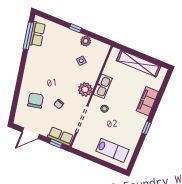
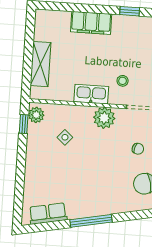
window: (75, 28) -> (24, 124), moved
window: (28, 36) -> (91, 221), moved
plant: (86, 41) -> (36, 115), moved
shelving: (139, 63) -> (40, 64), width x0.68

